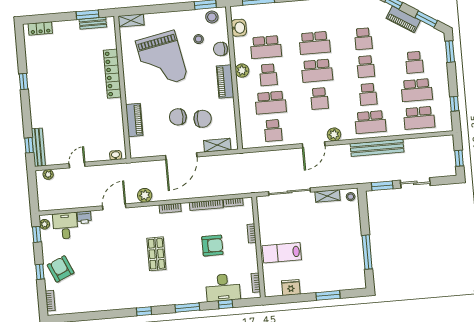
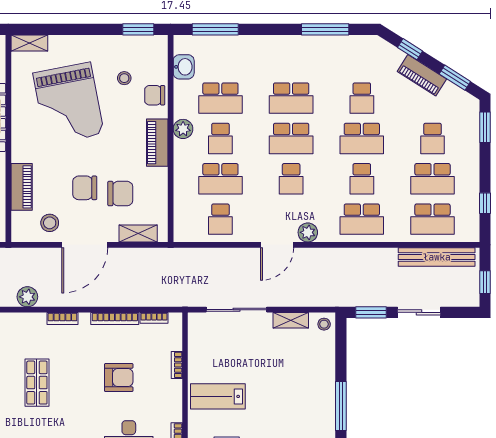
stool: (212, 17) -> (50, 223), moved
school desk: (366, 67) -> (362, 138), width x1.85
bench: (377, 148) -> (437, 257), moved

